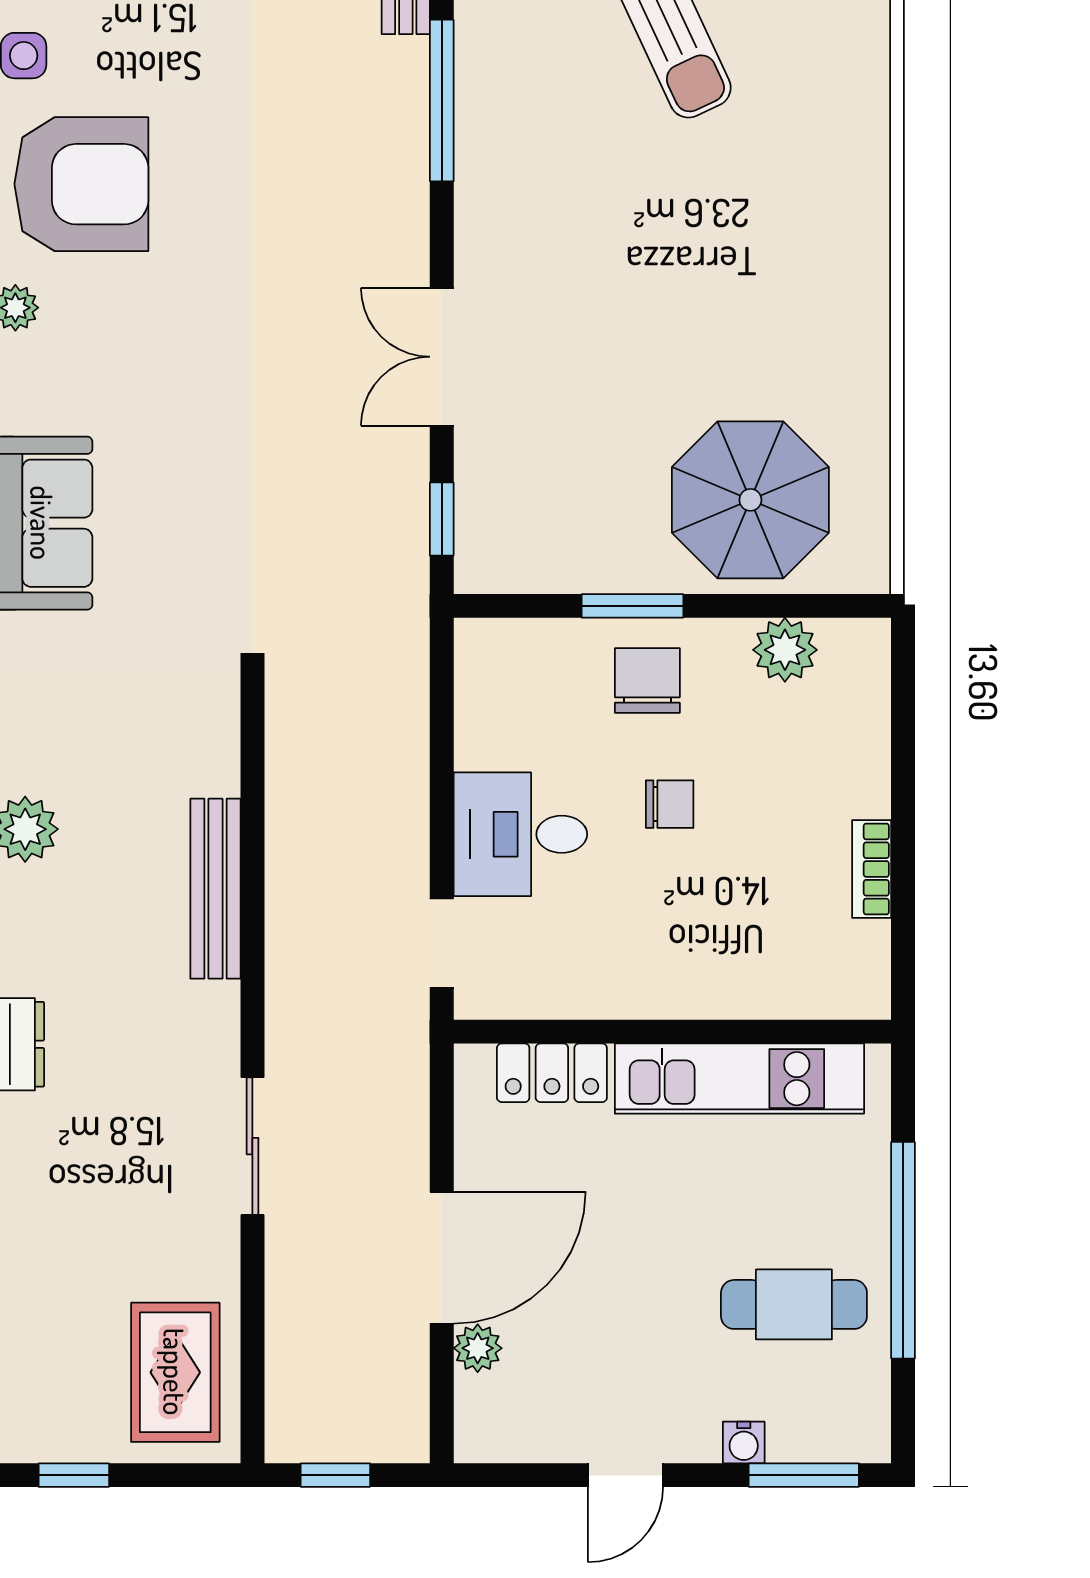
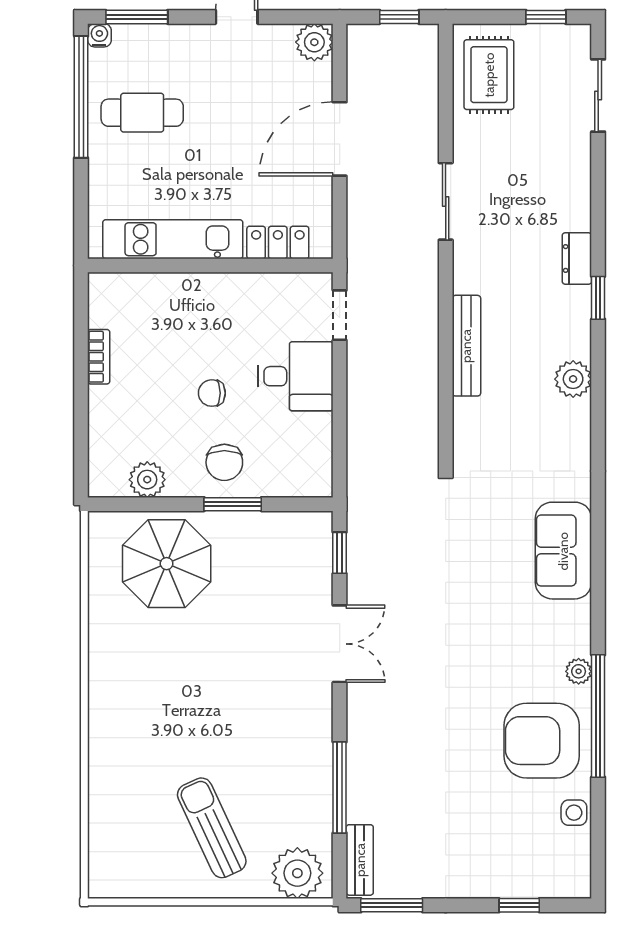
window: (903, 1250) -> (81, 97), moved
plant: (478, 1348) -> (314, 42), moved, width x1.38, depth x1.38
water cooler: (744, 1442) -> (99, 35), moved

